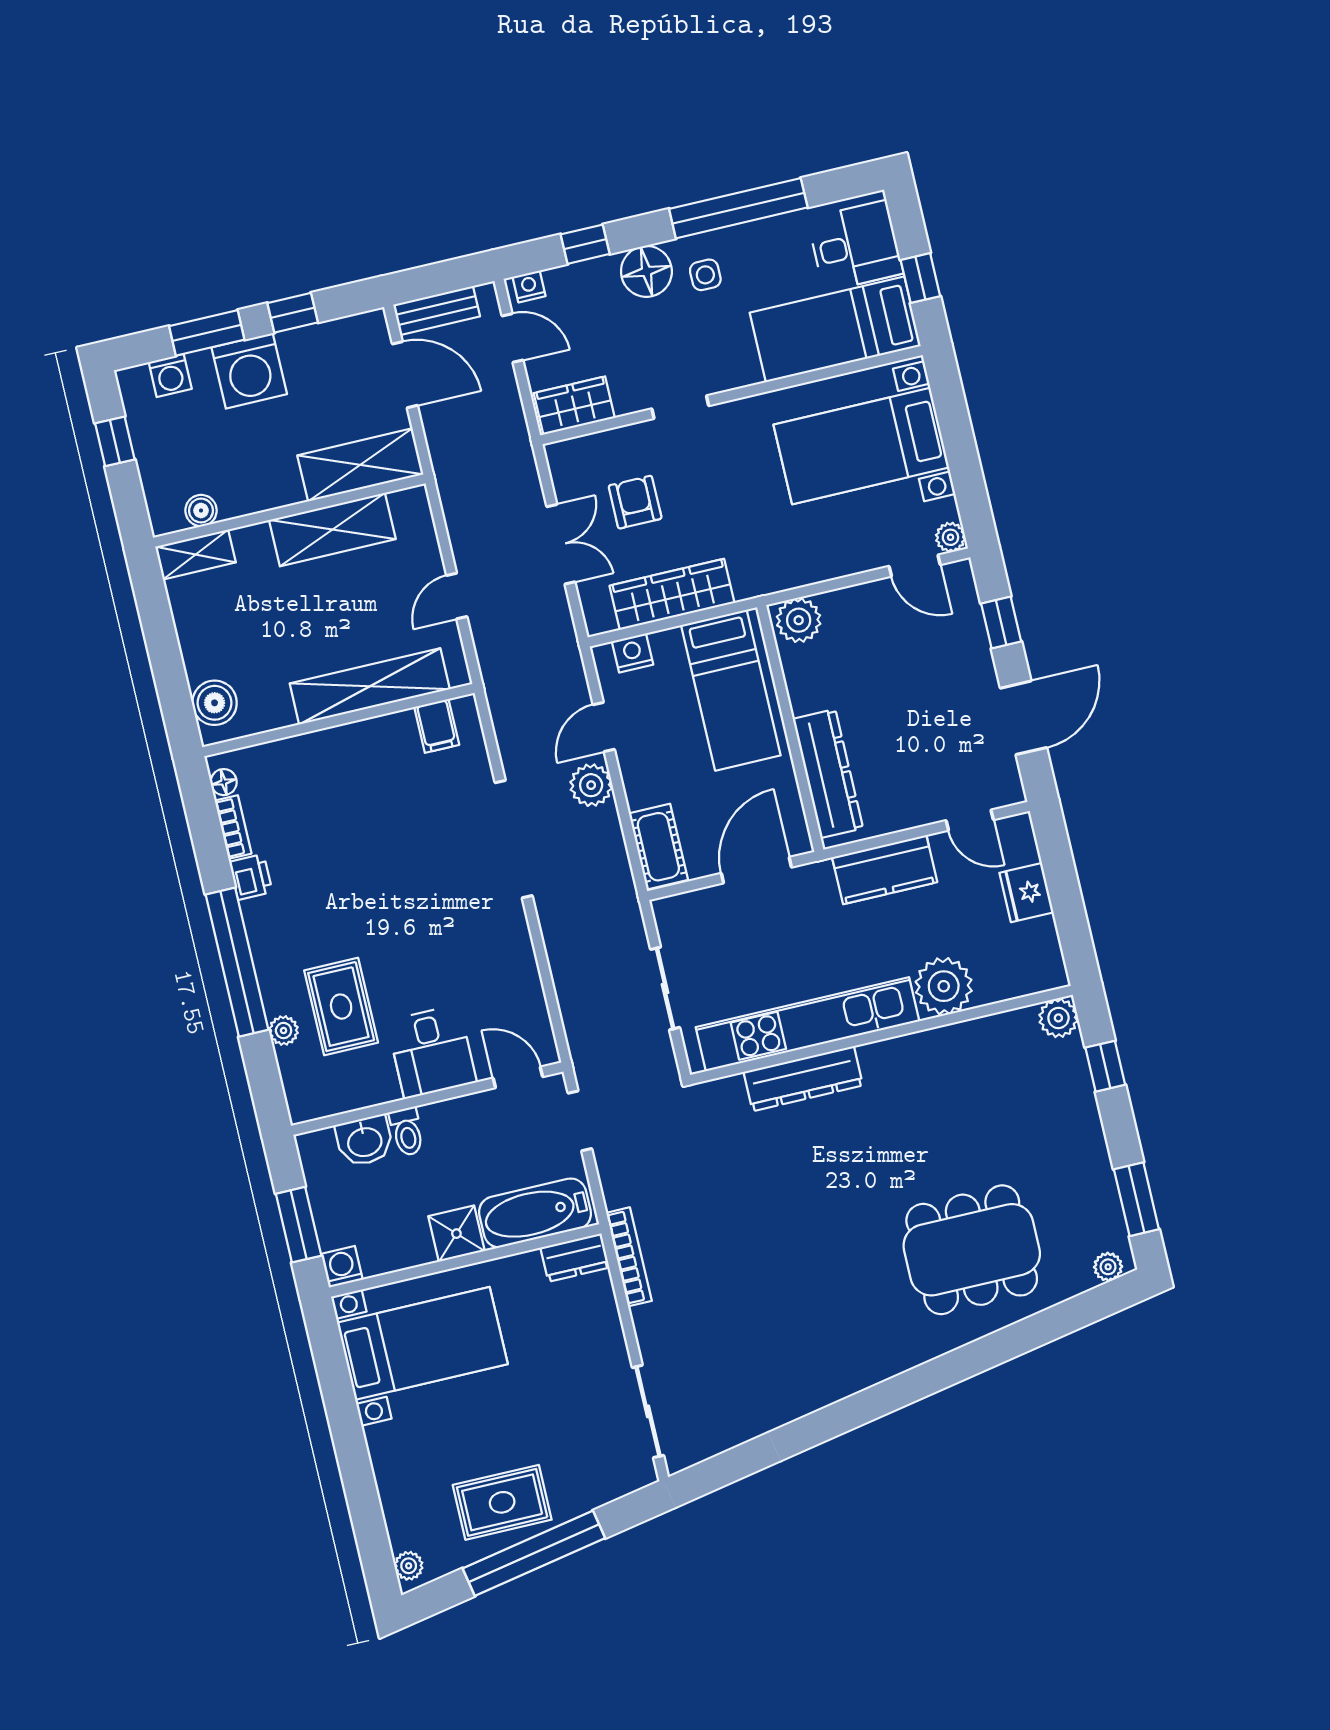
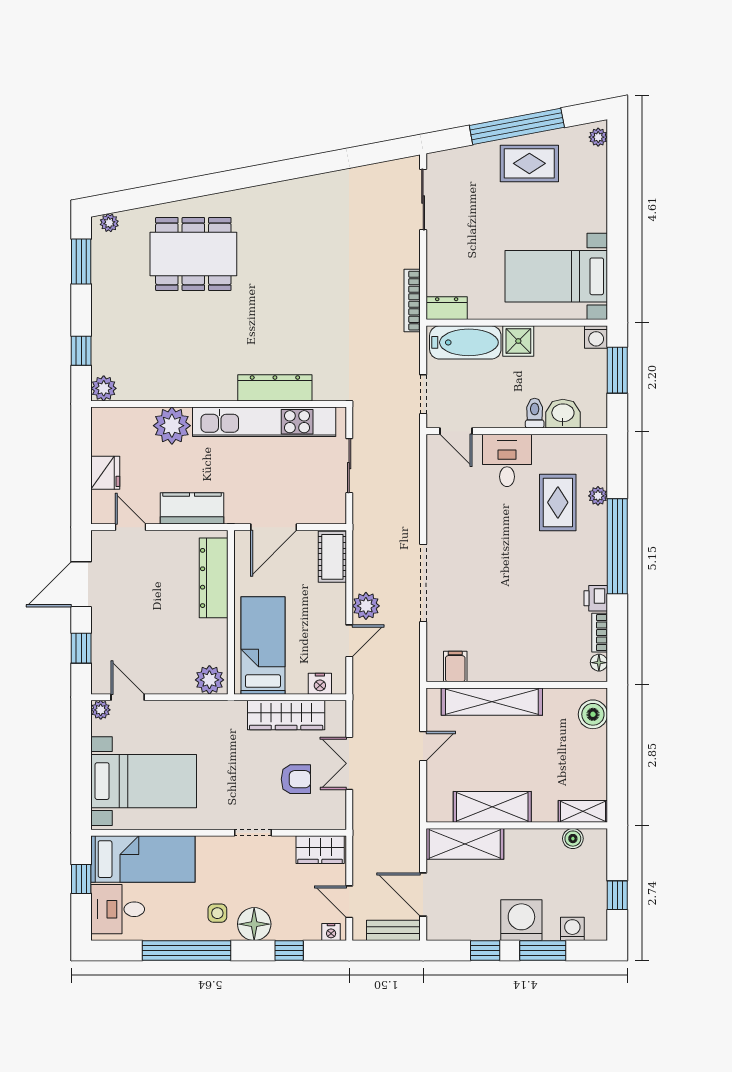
armchair: (635, 502) -> (296, 779), turned -90

